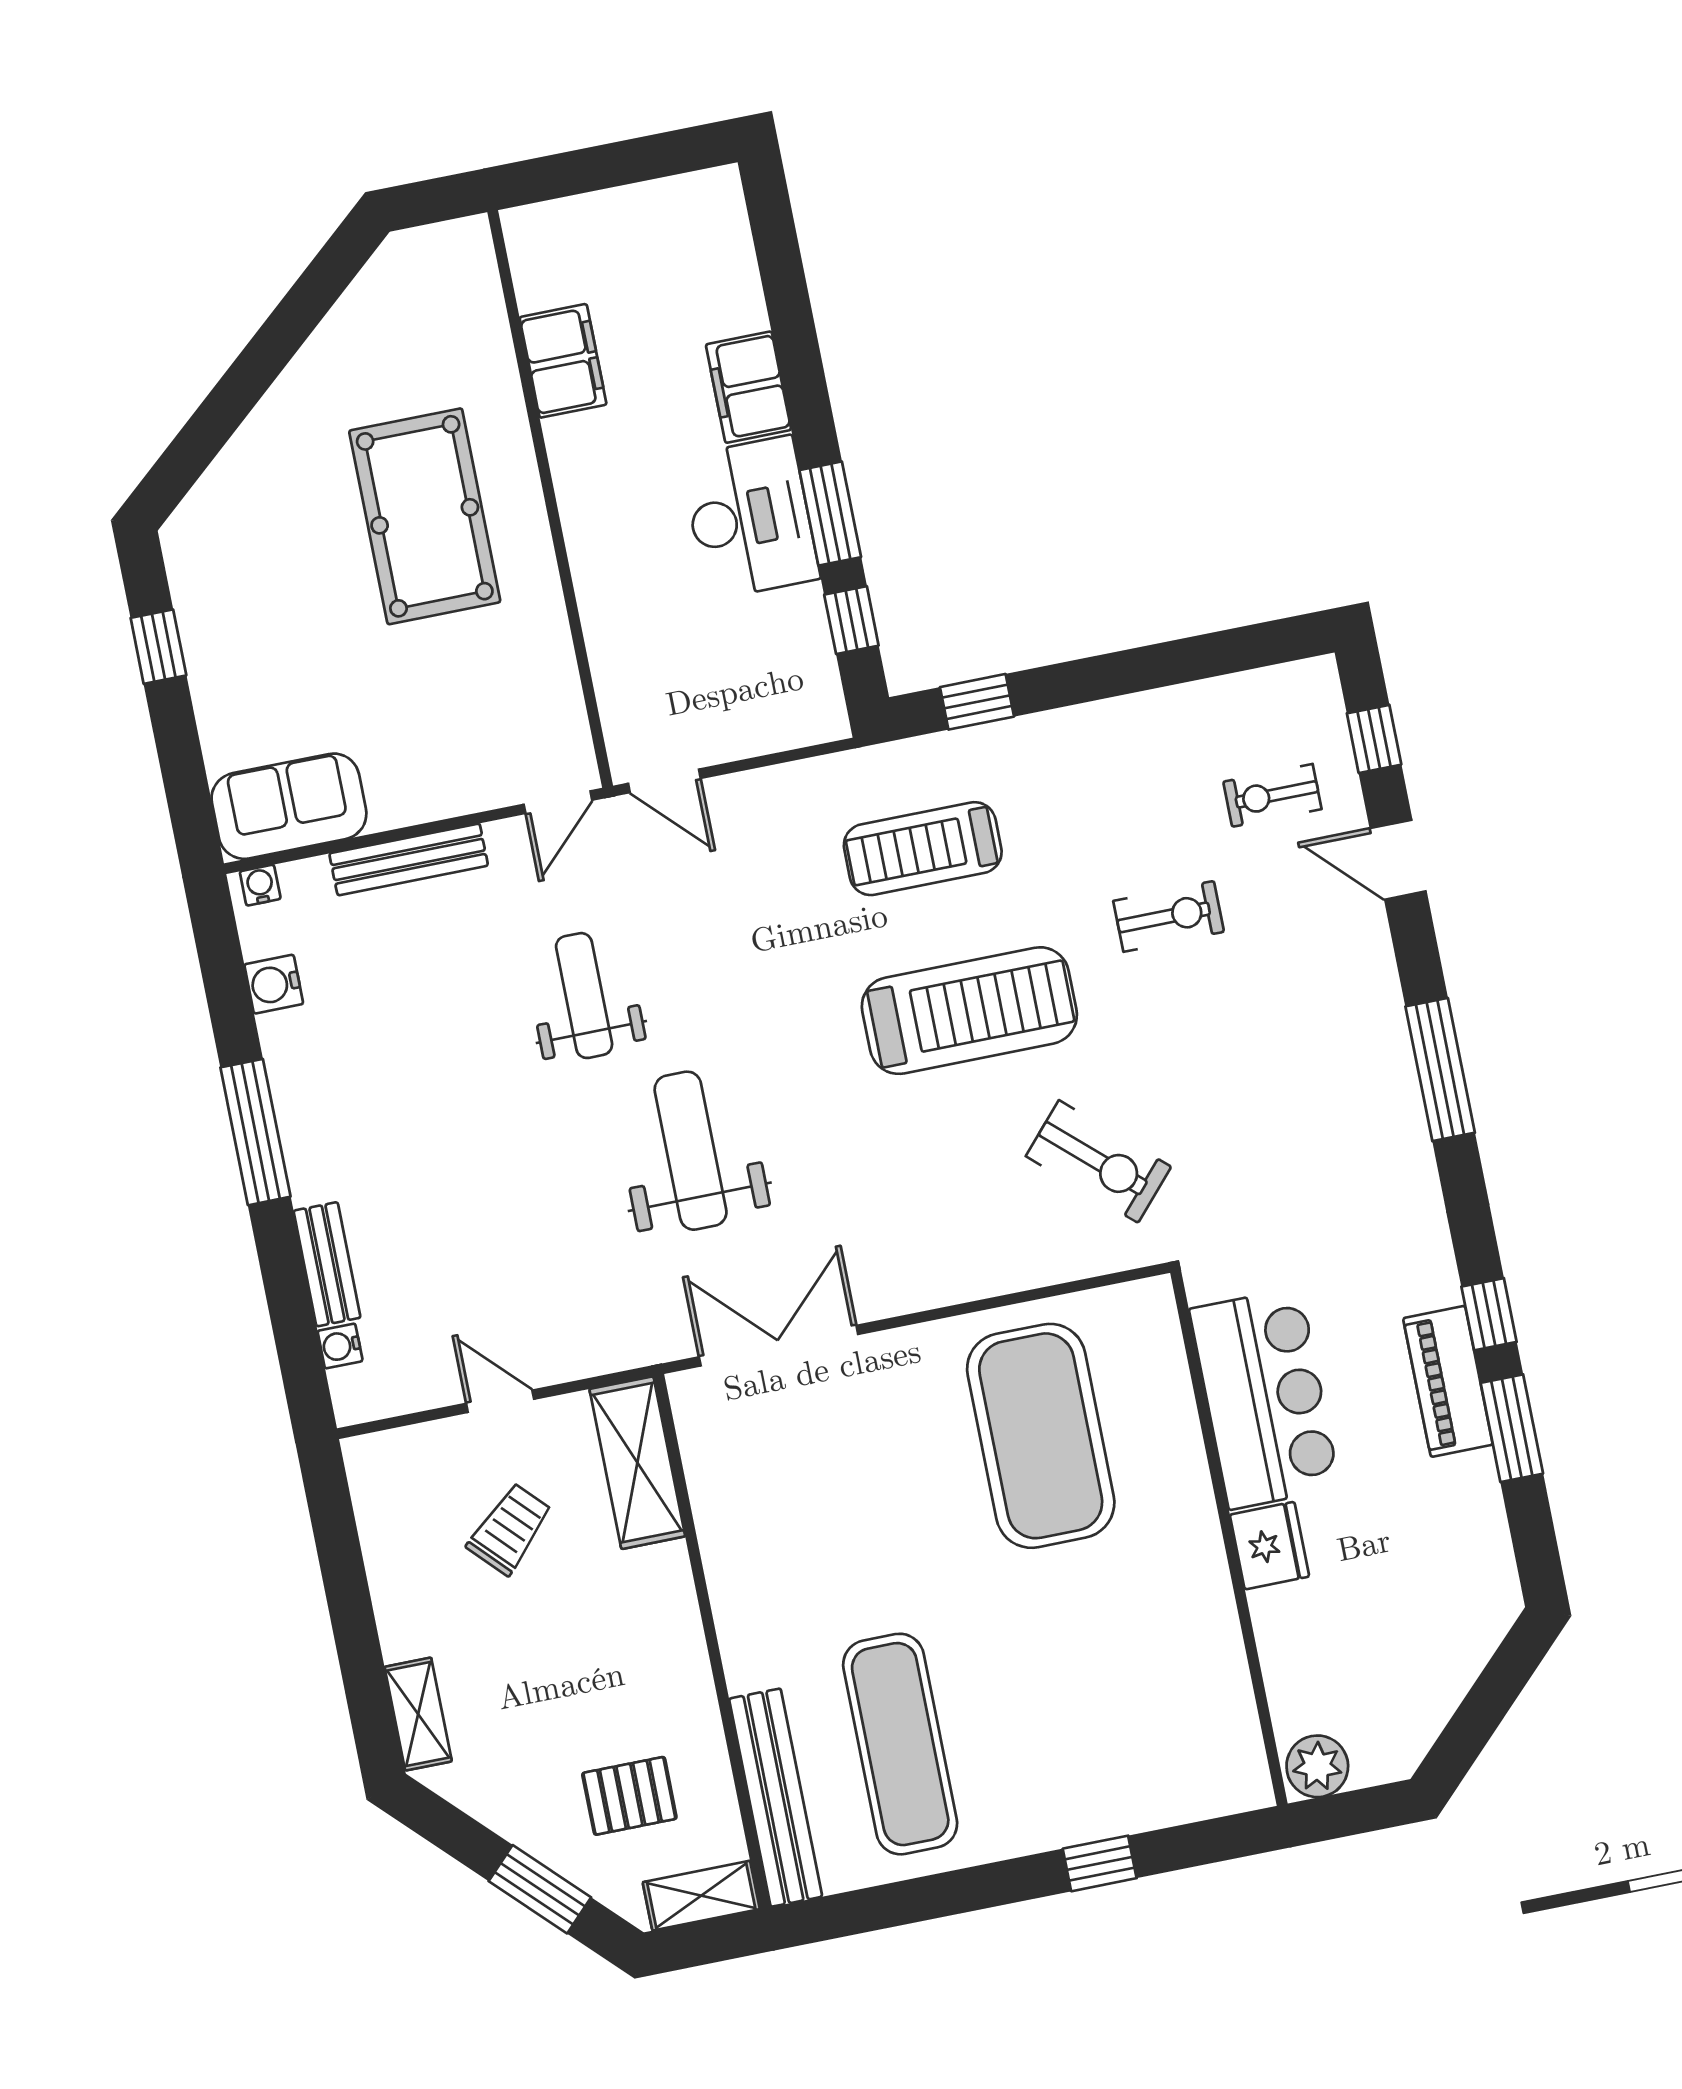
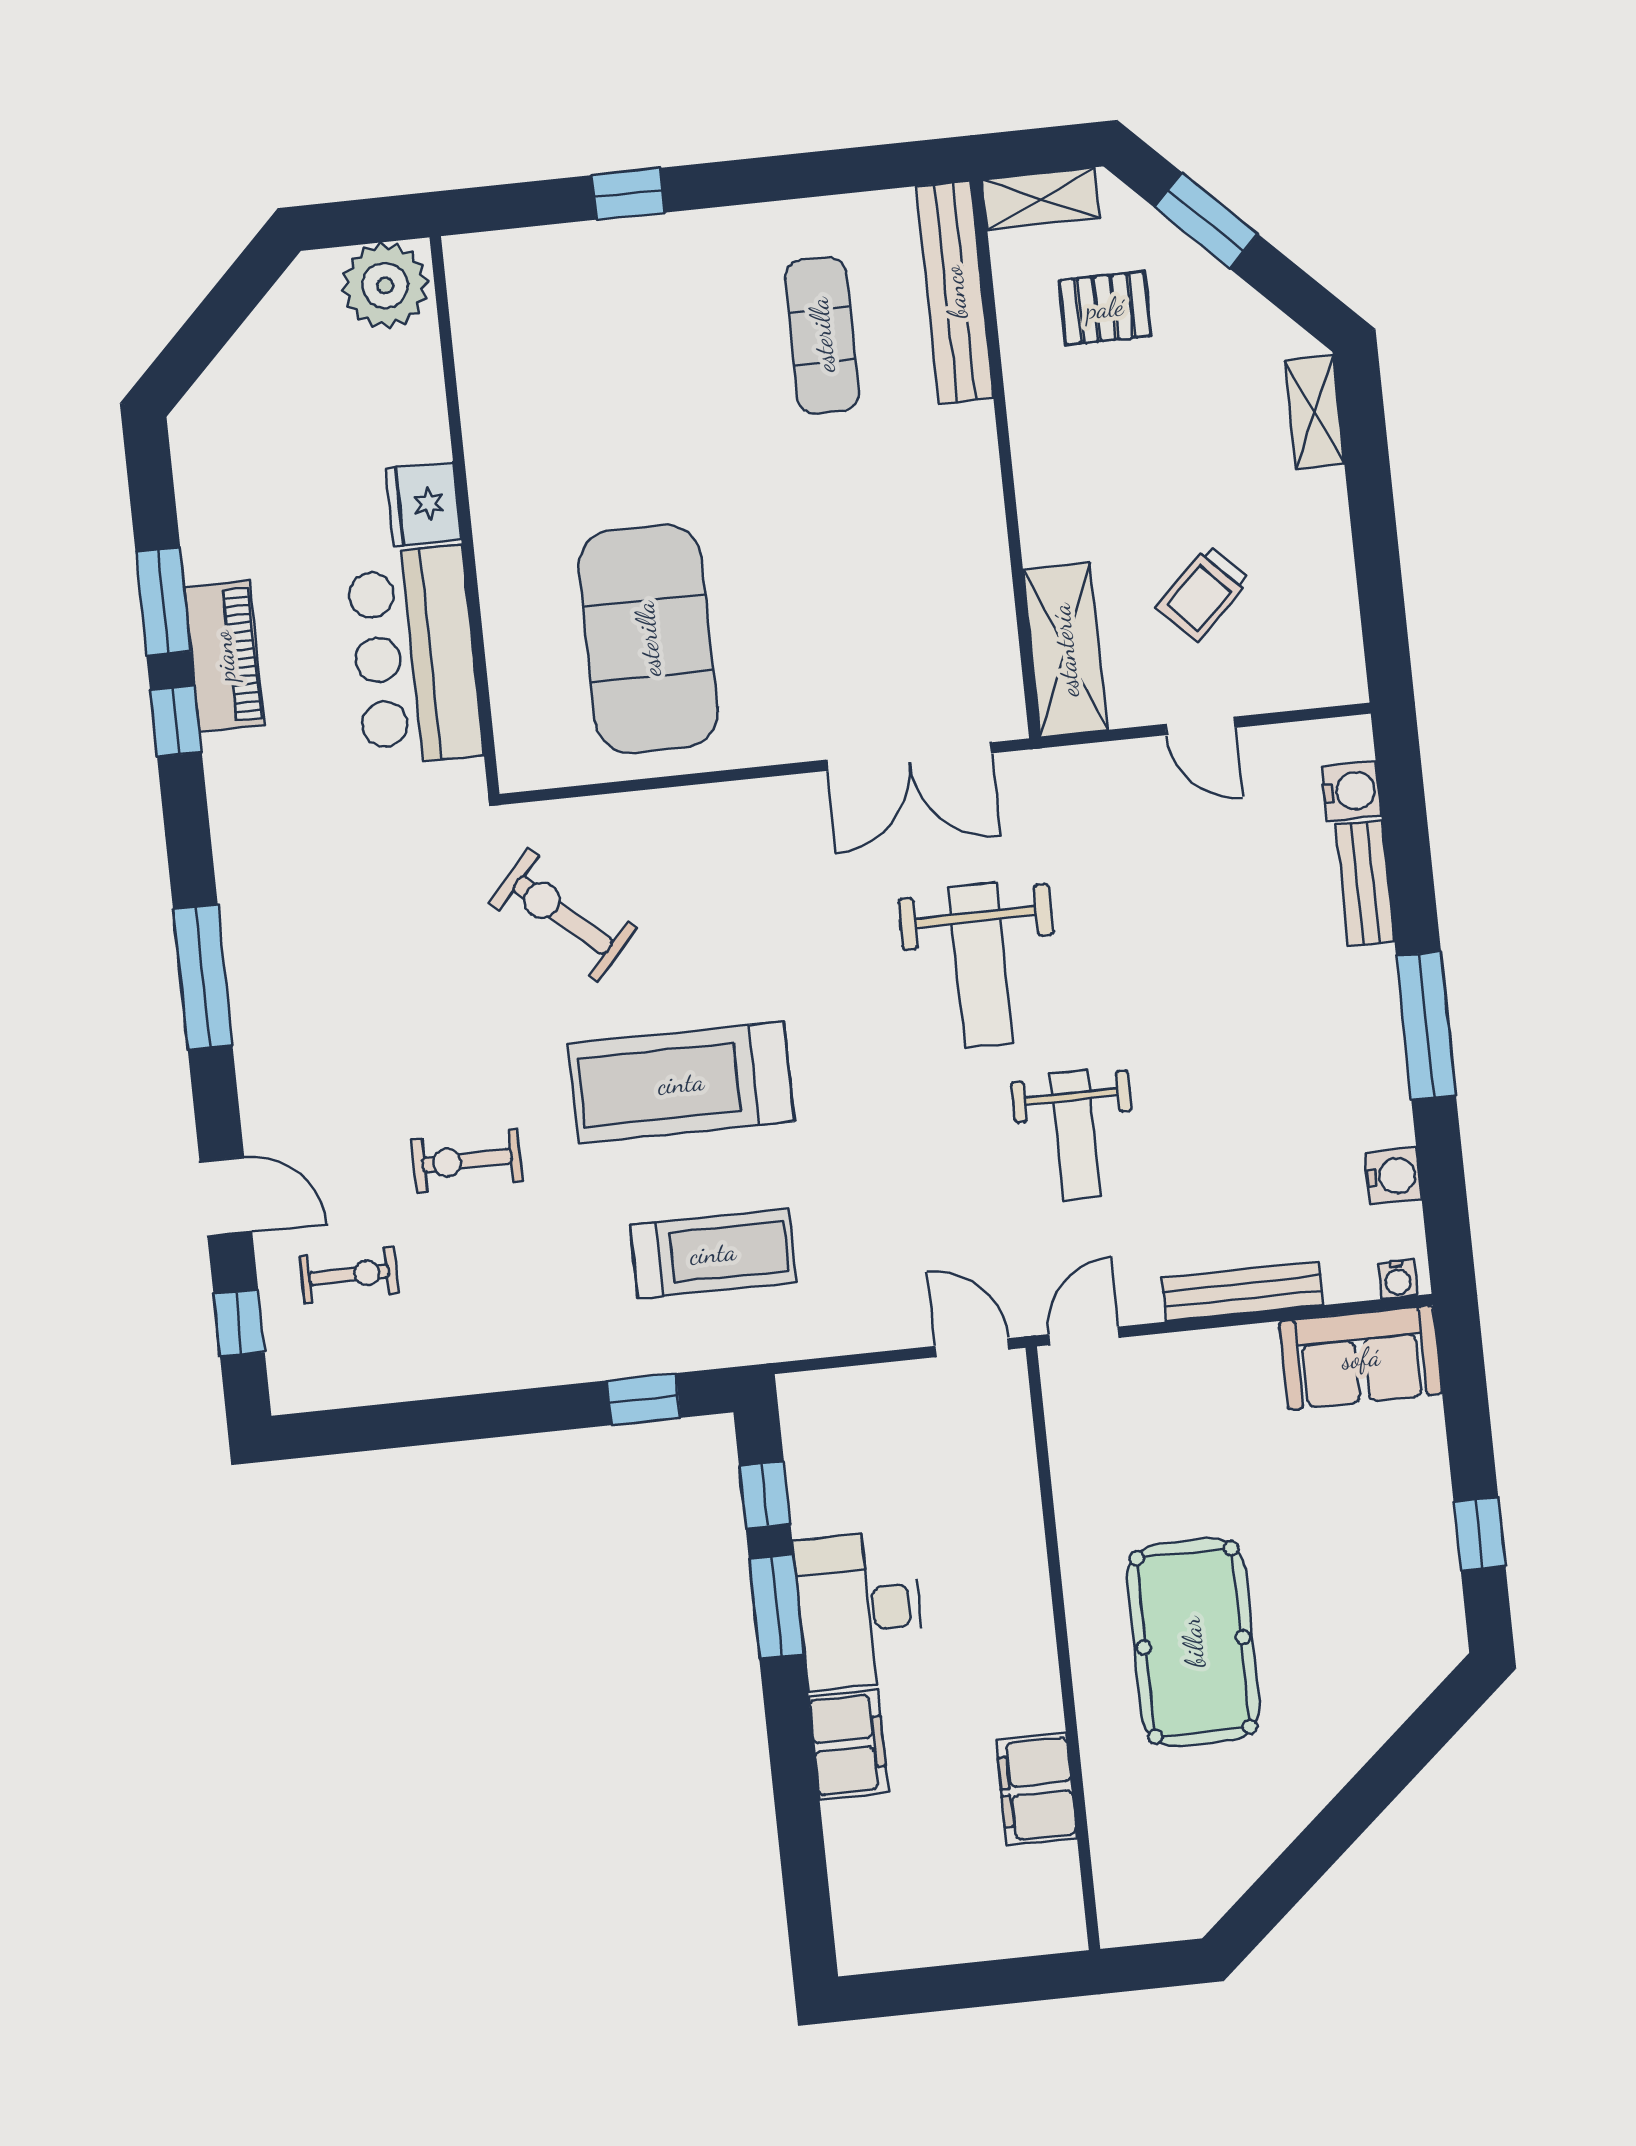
water cooler: (340, 1346) -> (1351, 791), width x1.38, depth x1.38
exercise mat: (900, 1744) -> (822, 335), width x0.73, depth x0.69
plant: (1317, 1766) -> (385, 286), width x1.36, depth x1.36

